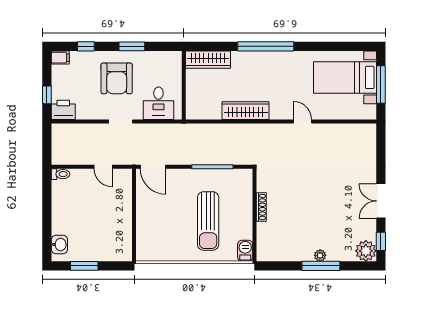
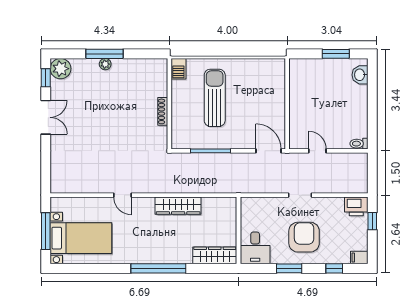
desk: (158, 103) -> (255, 248), moved, turned 180

